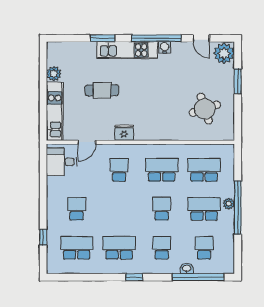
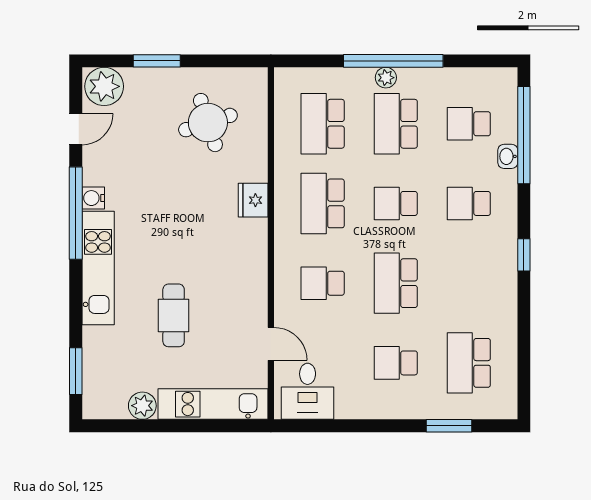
window: (102, 38) -> (76, 371), moved
fridge: (124, 133) -> (253, 200), moved
window: (43, 237) -> (449, 426), width x1.50
school desk: (119, 248) -> (396, 283), moved

